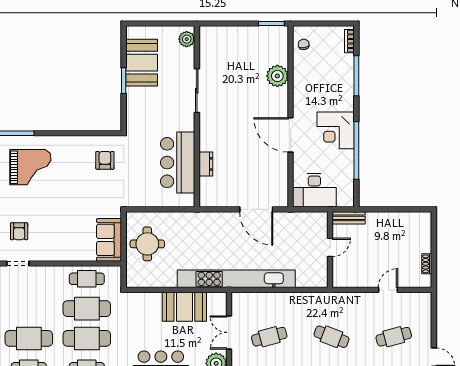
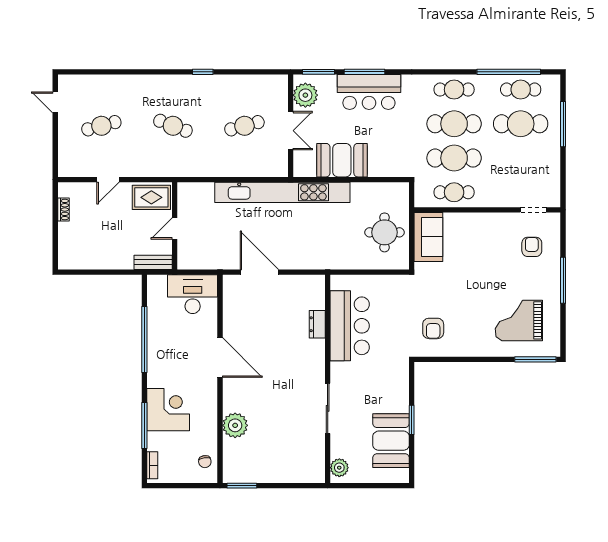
corner desk: (336, 130) -> (168, 410), moved
rug: (350, 274) -> (151, 197), added

